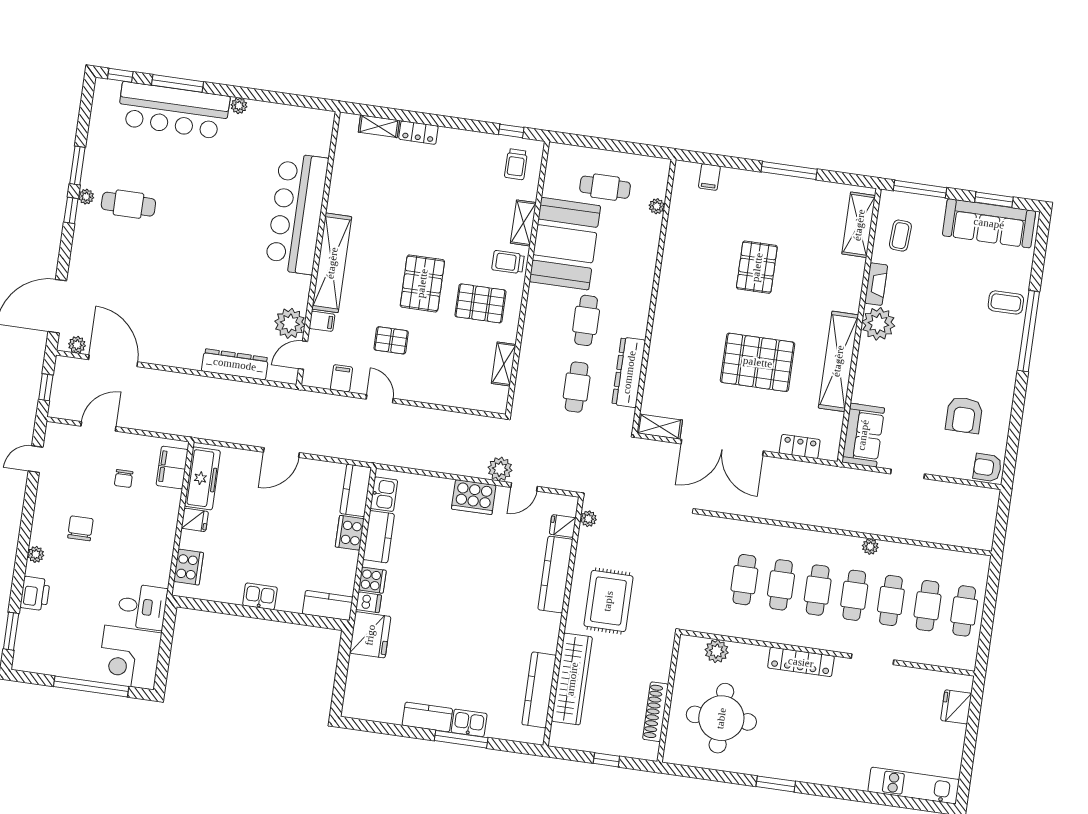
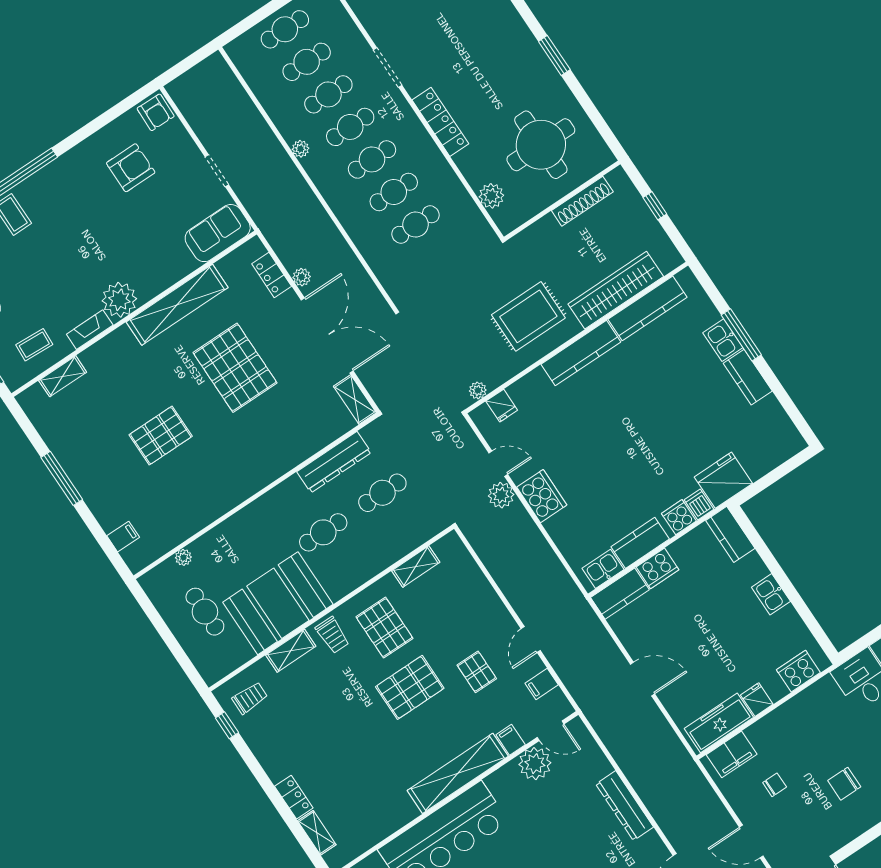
shelving: (859, 225) -> (63, 376), width x0.67, depth x0.75
dresser: (235, 364) -> (625, 806), moved
plant: (779, 466) -> (302, 277), added
kitchen counter: (555, 575) -> (581, 353), moved

